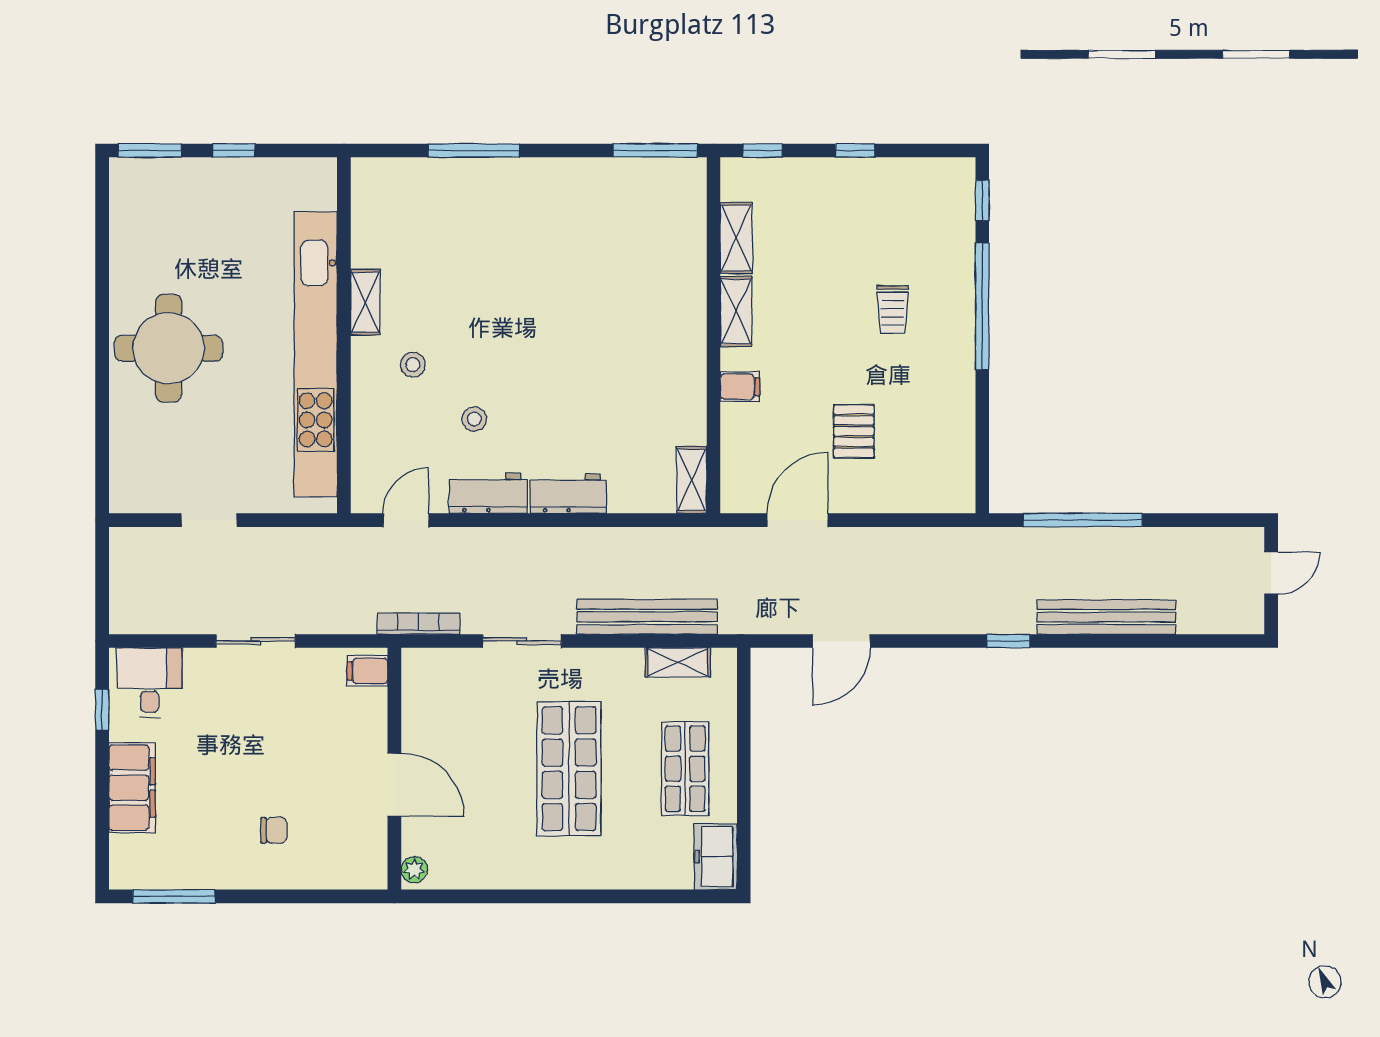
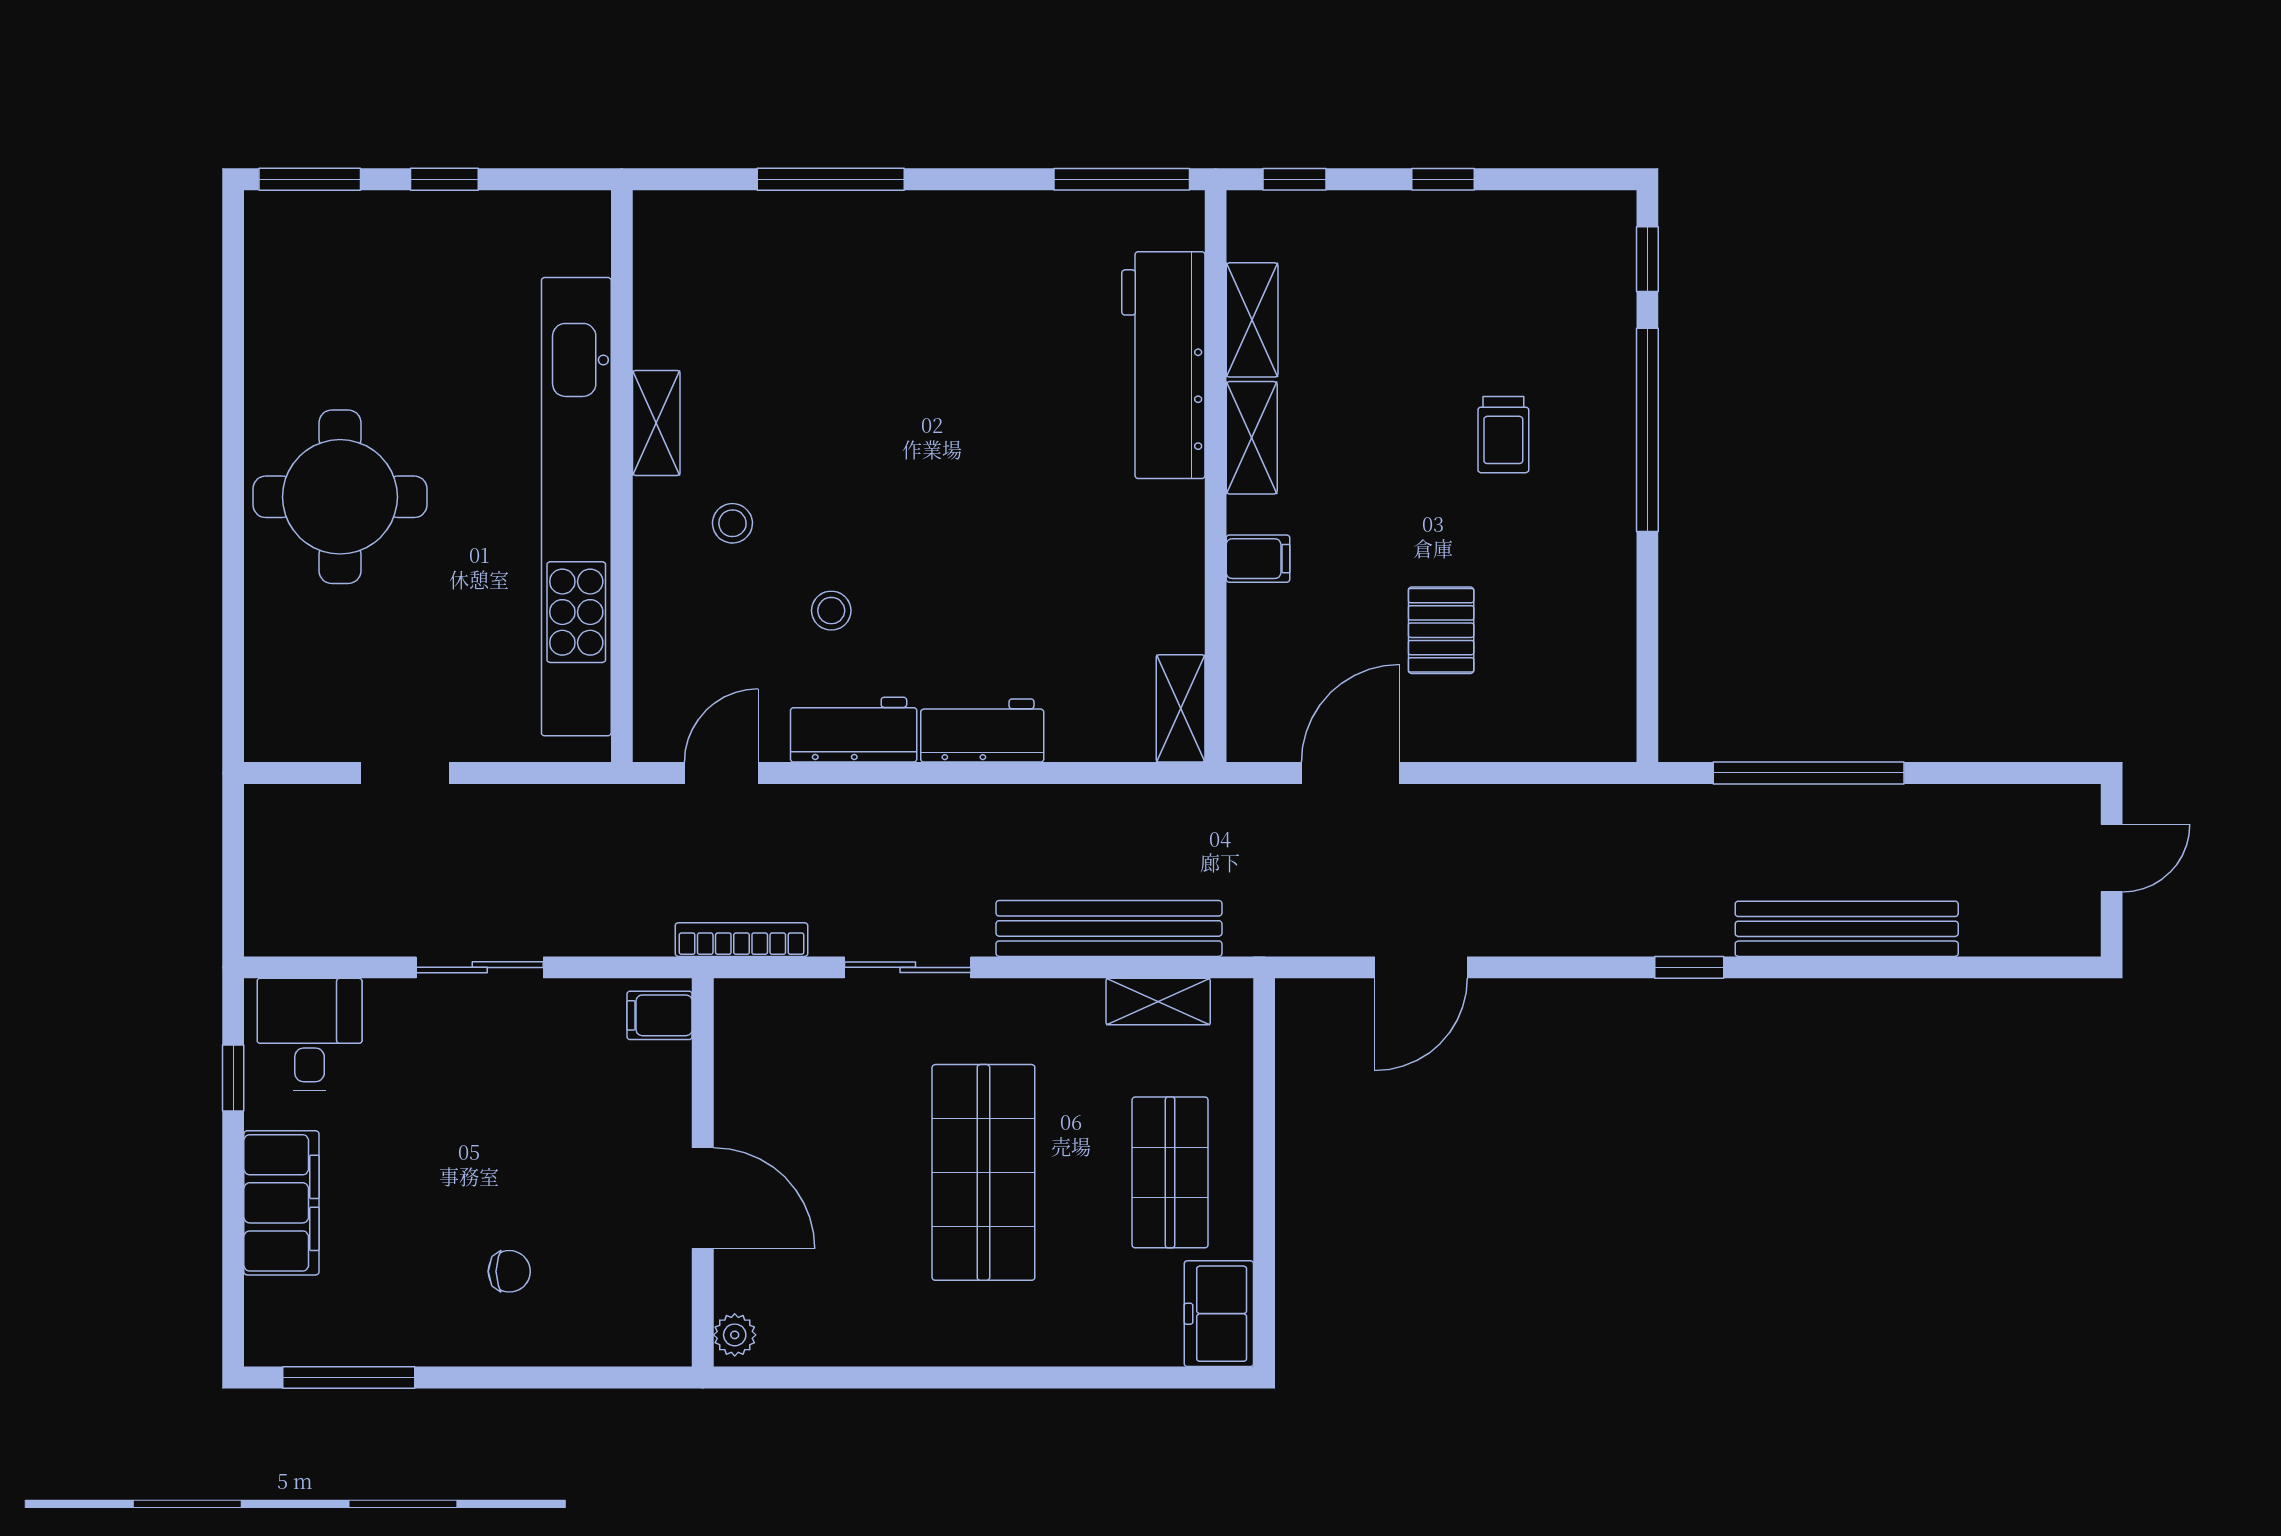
workbench: (681, 266) -> (1163, 365), added

